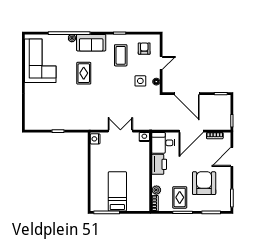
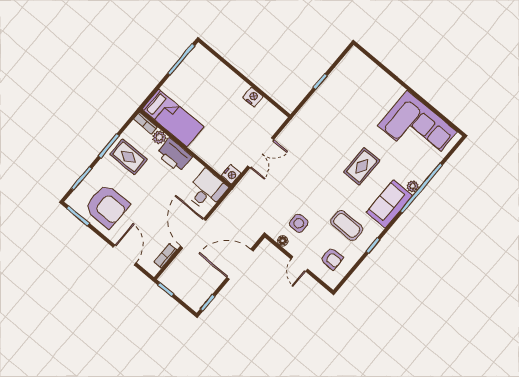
rug: (84, 73) -> (362, 166), turned 90
nightstand: (95, 139) -> (253, 97), moved
printer: (159, 164) -> (174, 155), moved
armchair: (204, 183) -> (107, 206), moved
bed: (117, 191) -> (173, 118), moved

